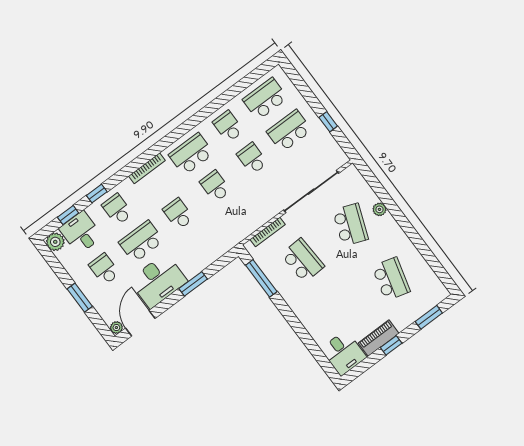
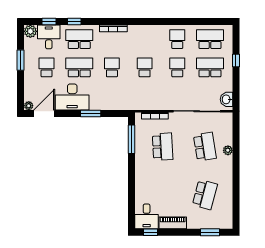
window: (328, 122) -> (236, 61), moved
washbasin: (335, 153) -> (226, 99), added
school desk: (191, 154) -> (145, 39), removed
school desk: (117, 209) -> (79, 39), width x1.85
school desk: (350, 225) -> (205, 147), turned -30
window: (80, 298) -> (21, 60), moved
window: (391, 345) -> (150, 232), moved

